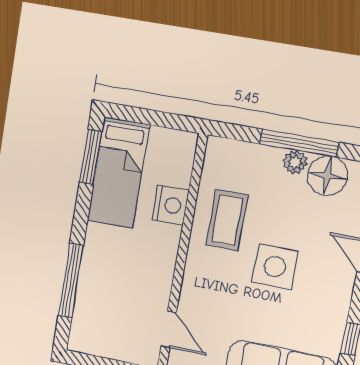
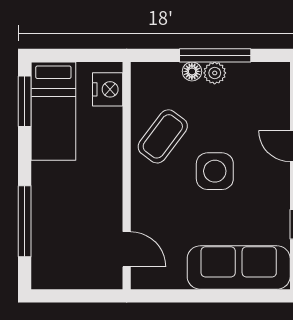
floor lamp: (327, 176) -> (192, 71), moved, width x0.53, depth x0.53
nightstand: (170, 205) -> (108, 89), moved
coffee table: (227, 220) -> (163, 136), turned 37

